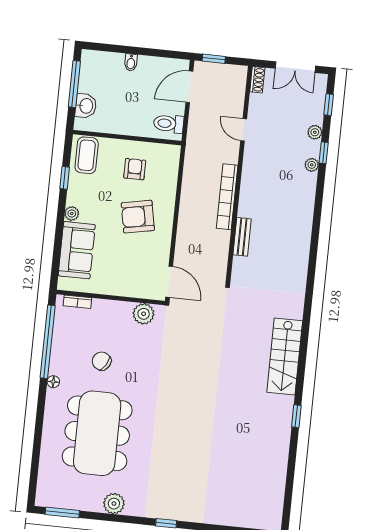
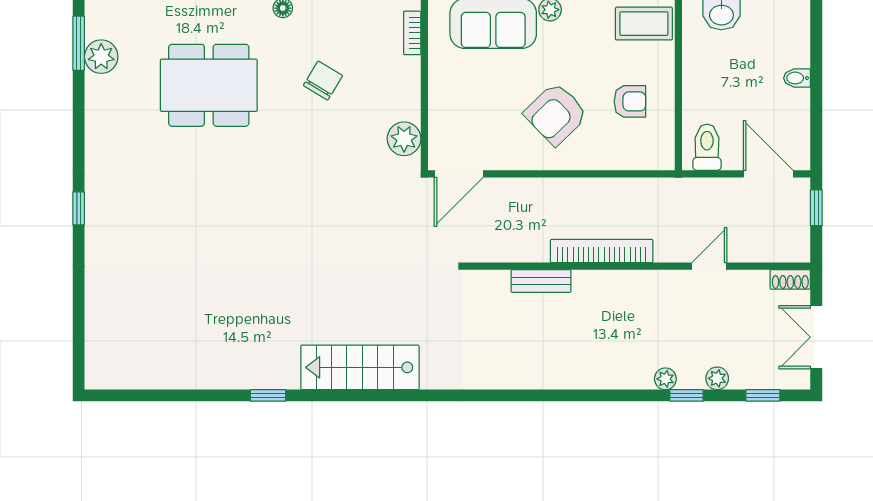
armchair: (138, 217) -> (556, 114), turned -123
dining table: (97, 433) -> (209, 85), width x0.73, depth x0.80
plant: (114, 504) -> (101, 57), moved

